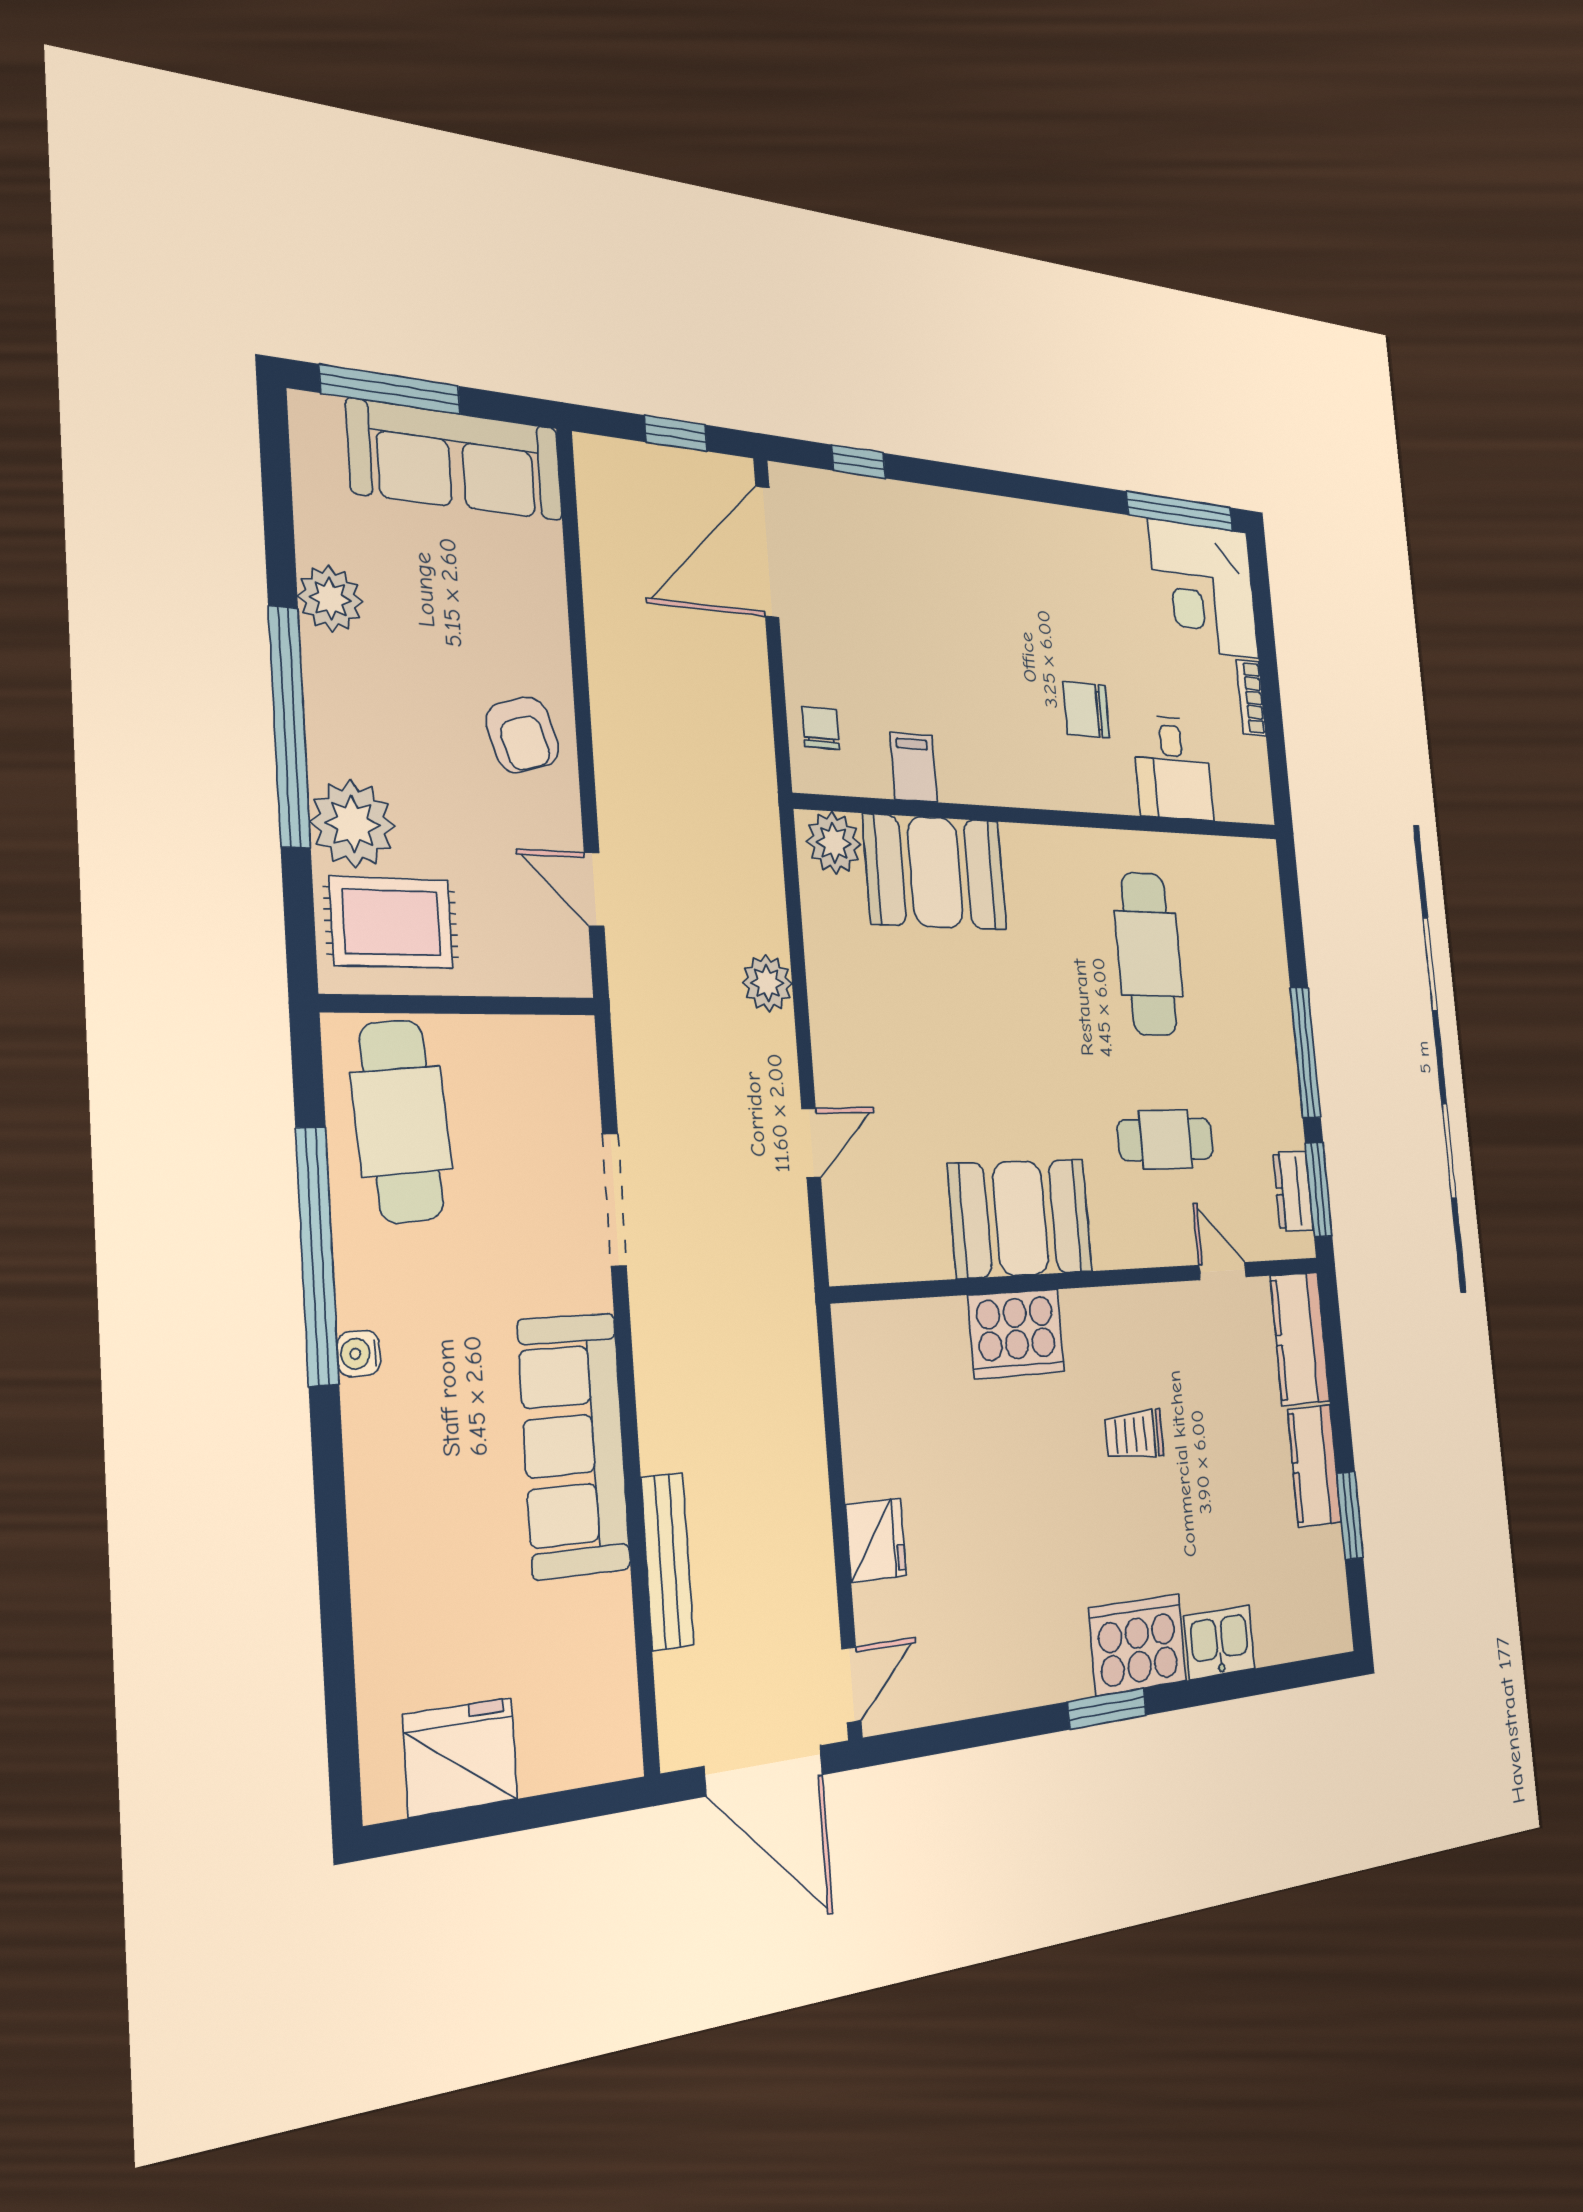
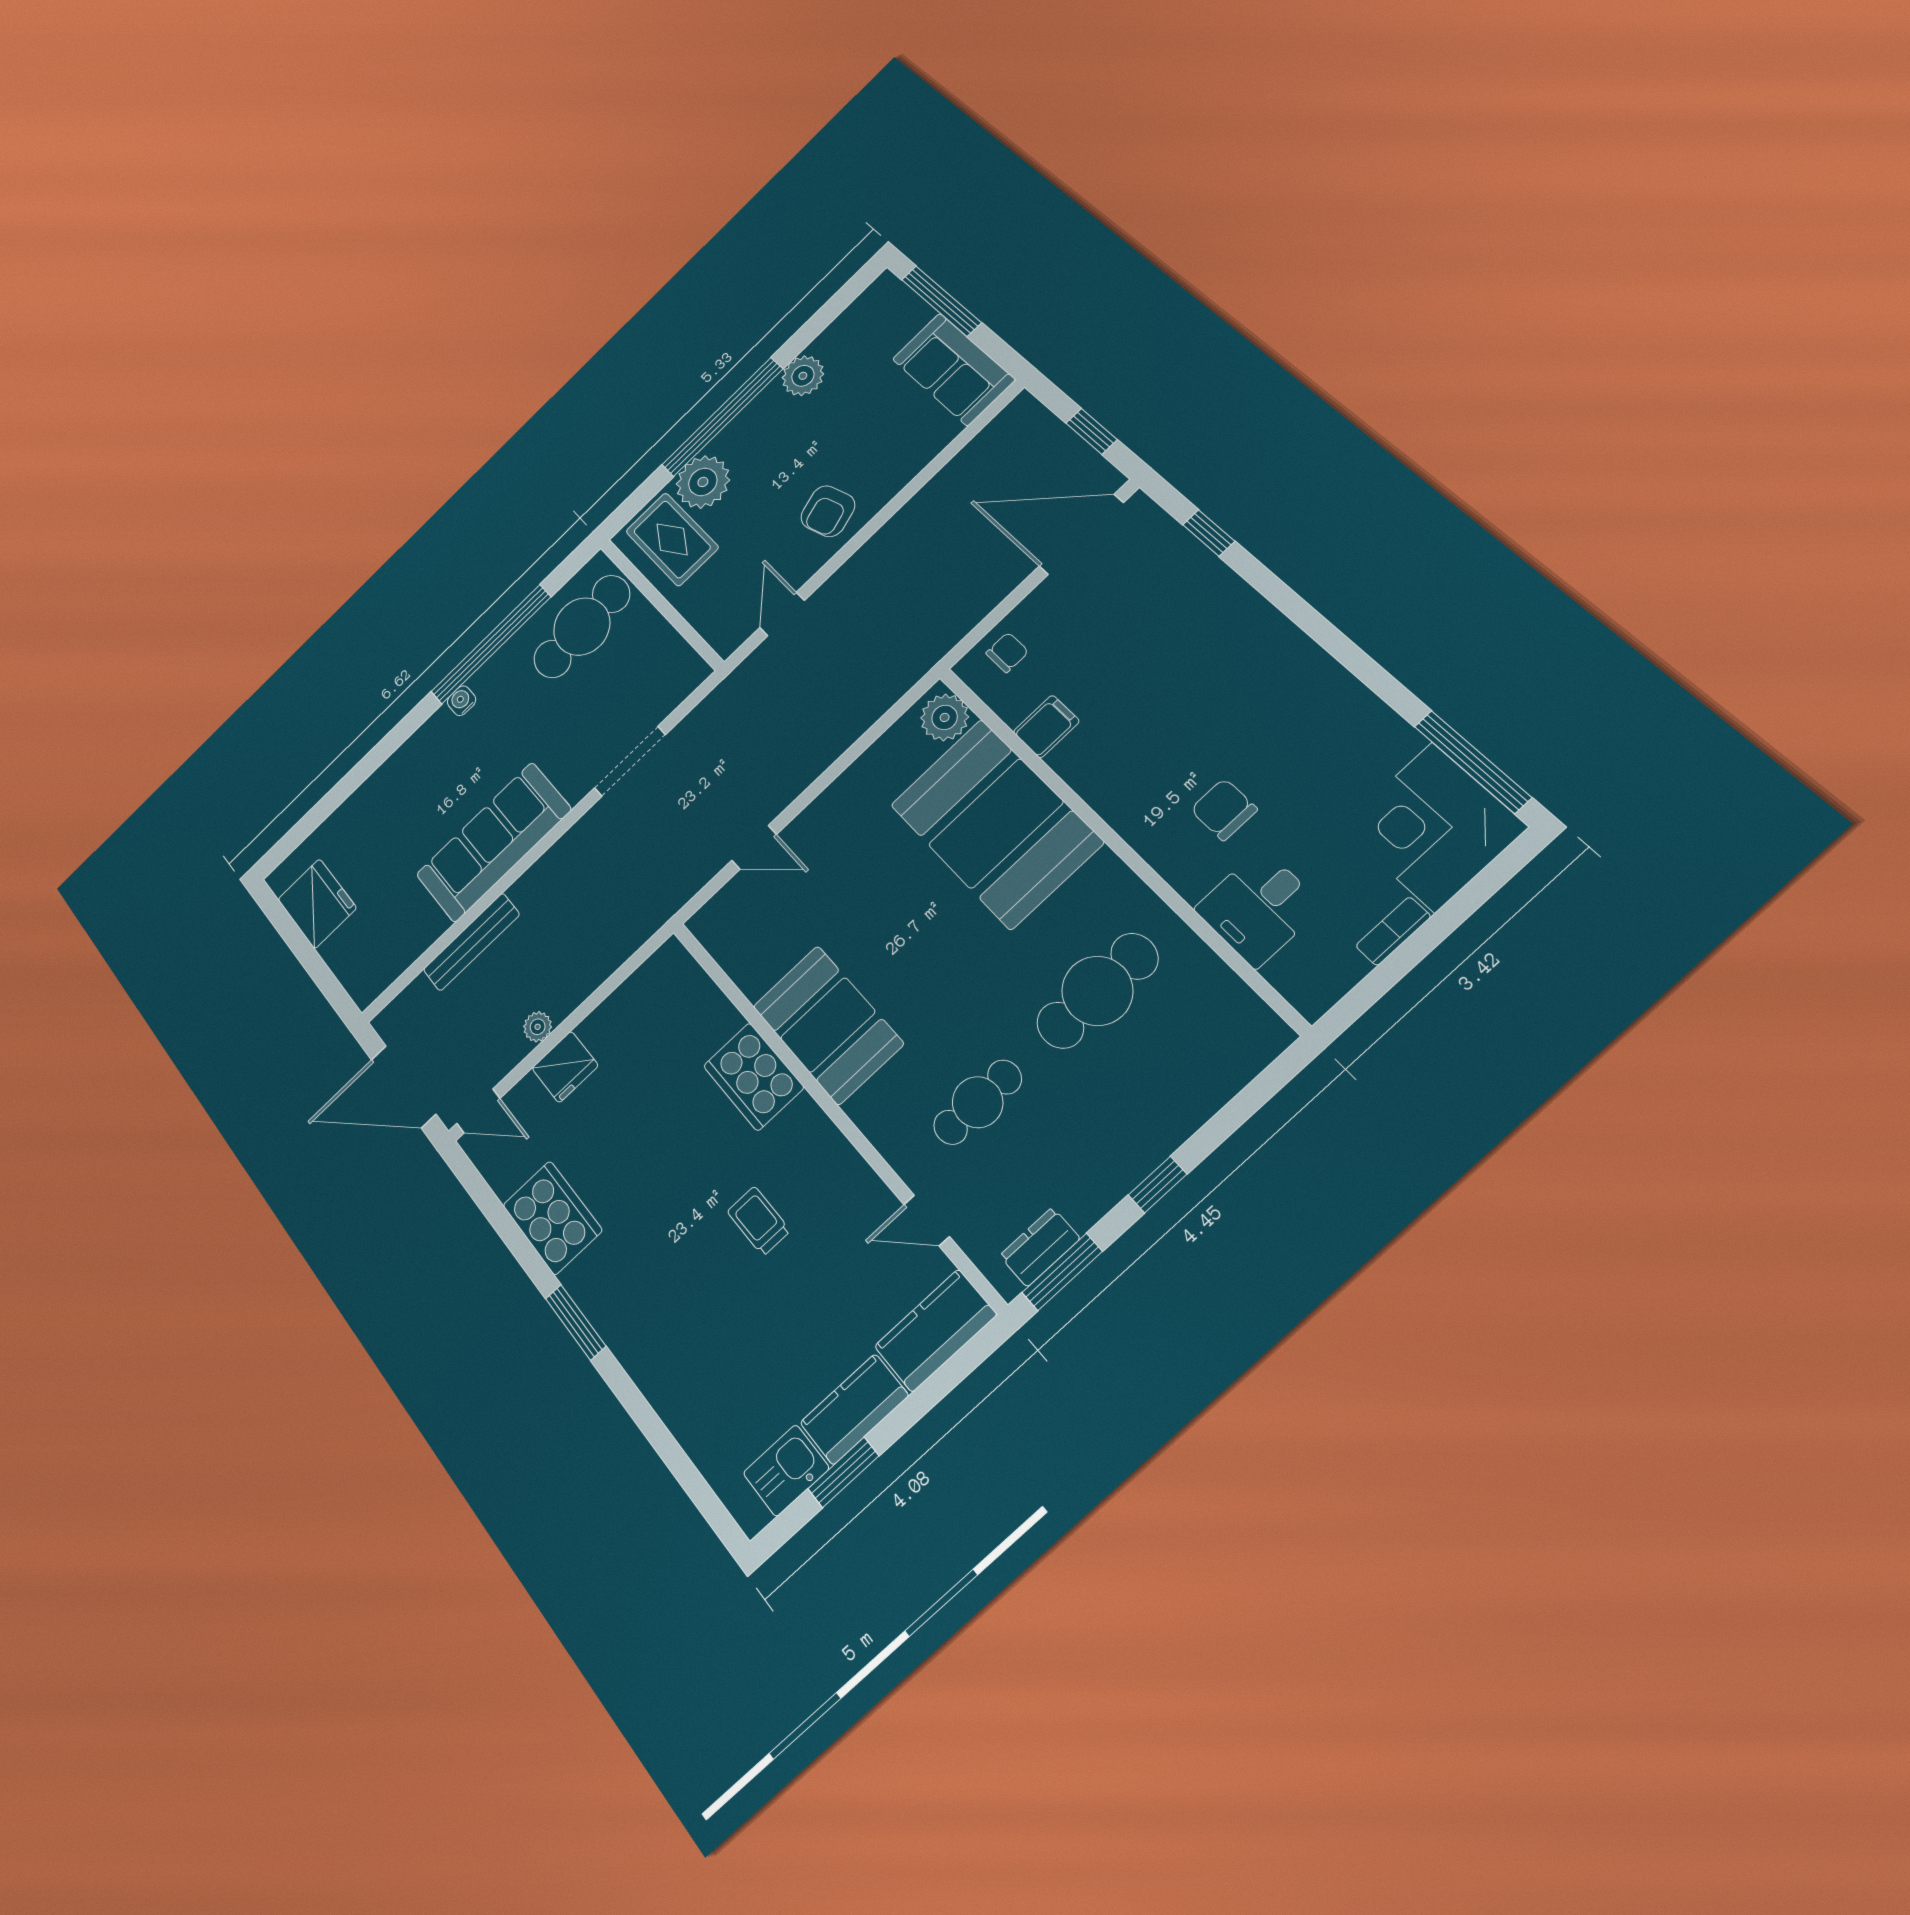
sofa: (456, 460) -> (953, 369), width x0.73
booth: (935, 872) -> (996, 823), width x1.36, depth x1.42
plant: (767, 983) -> (538, 1027), moved, width x0.73, depth x0.73
window: (1305, 1052) -> (1158, 1185), width x0.46
cafe table: (1166, 1139) -> (978, 1102), turned 90
door: (1223, 1271) -> (927, 1220), swing flipped
kitchen sink: (1220, 1642) -> (786, 1471), moved, turned -90
cooker: (1138, 1645) -> (552, 1218), moved
door: (764, 1771) -> (403, 1087), hinge flipped

